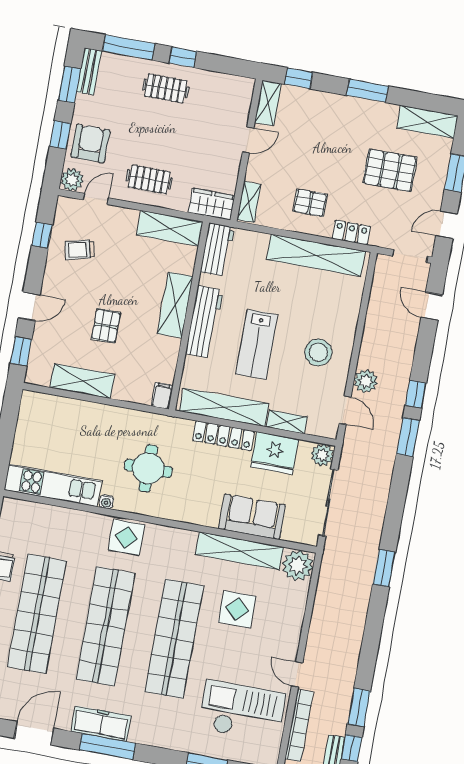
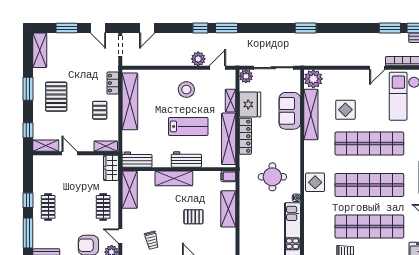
pallet: (390, 170) -> (56, 97), moved
workbench: (204, 322) -> (186, 159), width x0.73
shelving: (82, 381) -> (228, 209), moved

